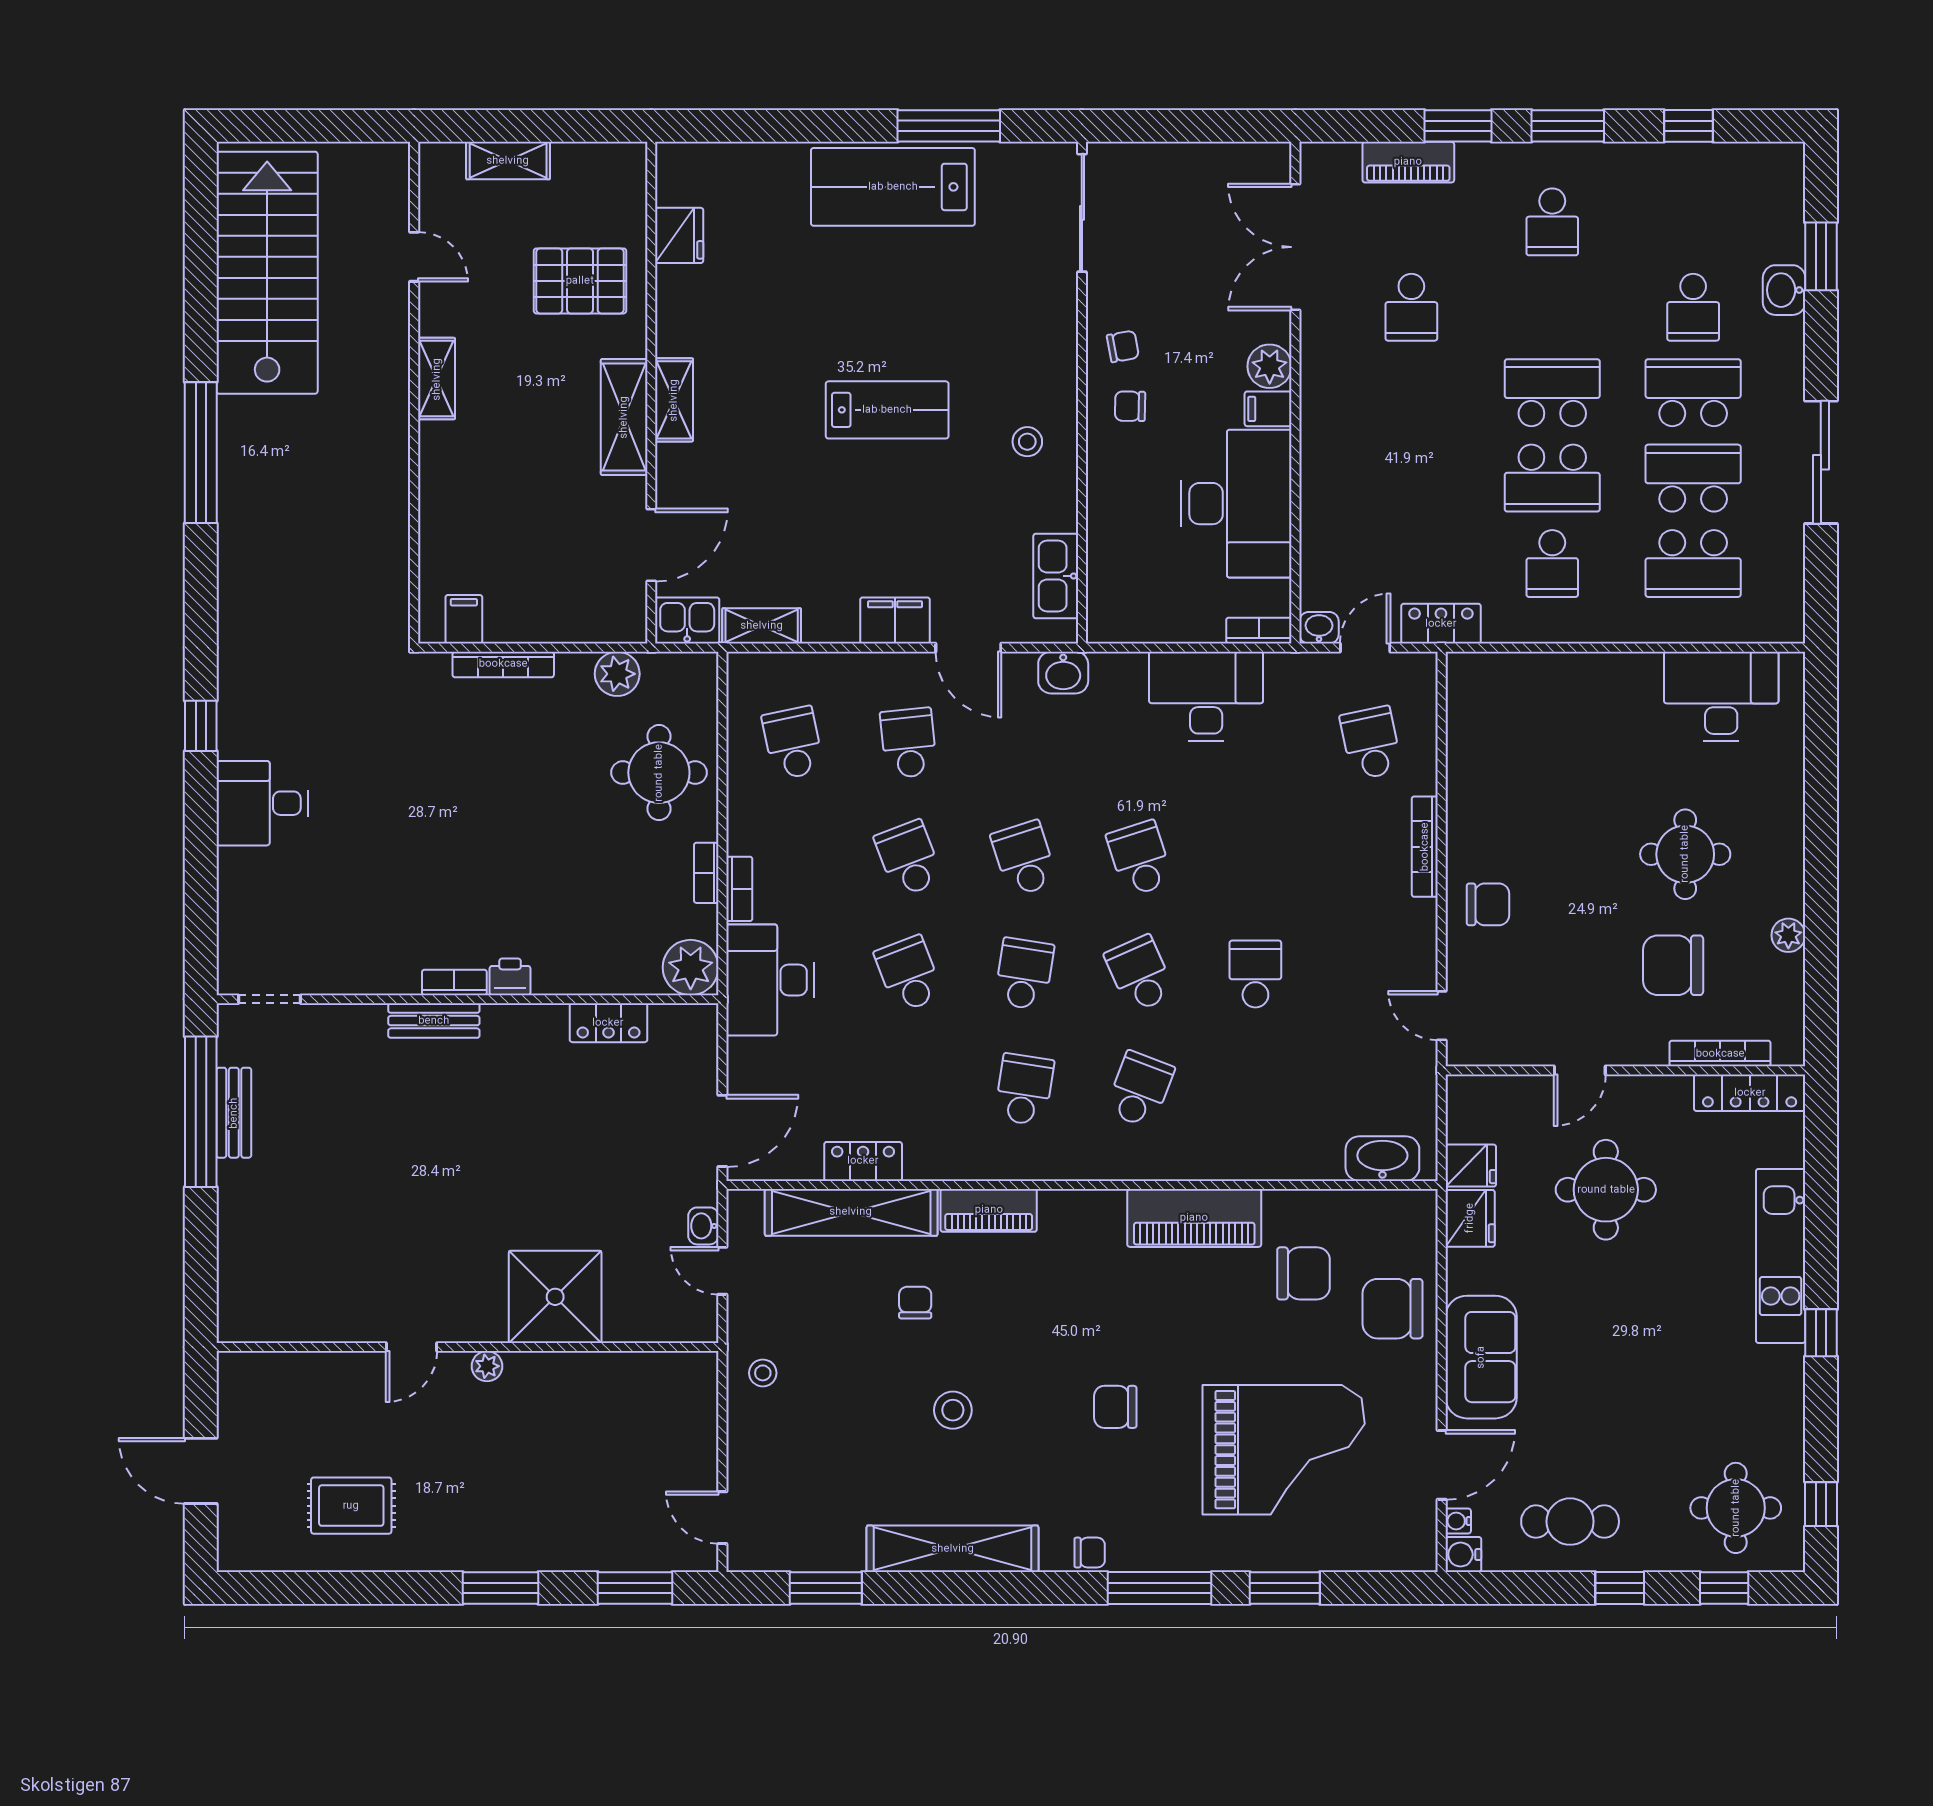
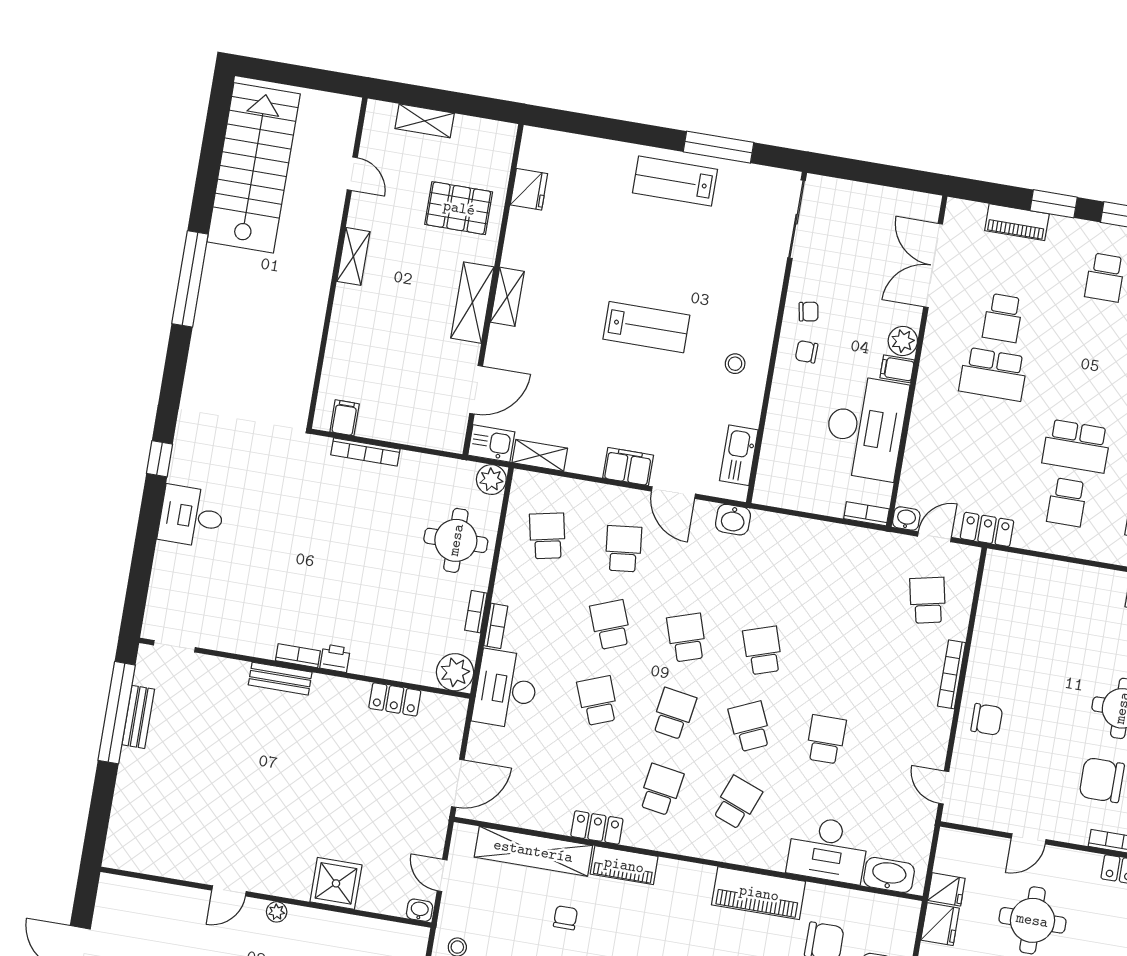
lab bench: (893, 187) -> (675, 181), width x0.73, depth x0.72
school desk: (1552, 393) -> (993, 374), moved, turned 180
plant: (617, 674) -> (491, 480), moved
desk: (1206, 696) -> (828, 850), moved, turned 180
locker: (863, 1161) -> (597, 827), moved
washbasin: (703, 1226) -> (420, 910), moved, turned 90
shower: (555, 1297) -> (336, 883), width x0.73, depth x0.73

